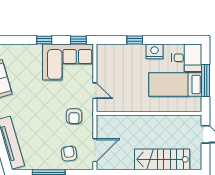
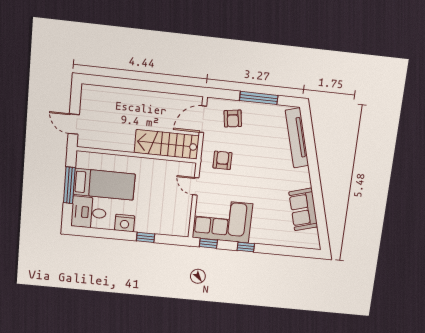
stairs: (162, 159) -> (167, 144), moved, turned 180

